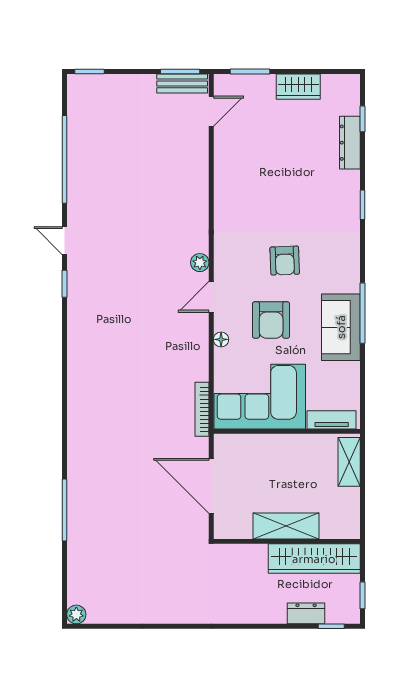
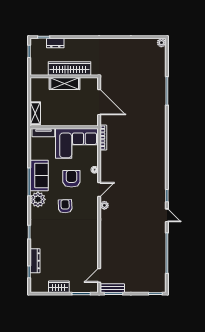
plant: (344, 275) -> (38, 199), added
wardrobe: (314, 559) -> (70, 68), moved

